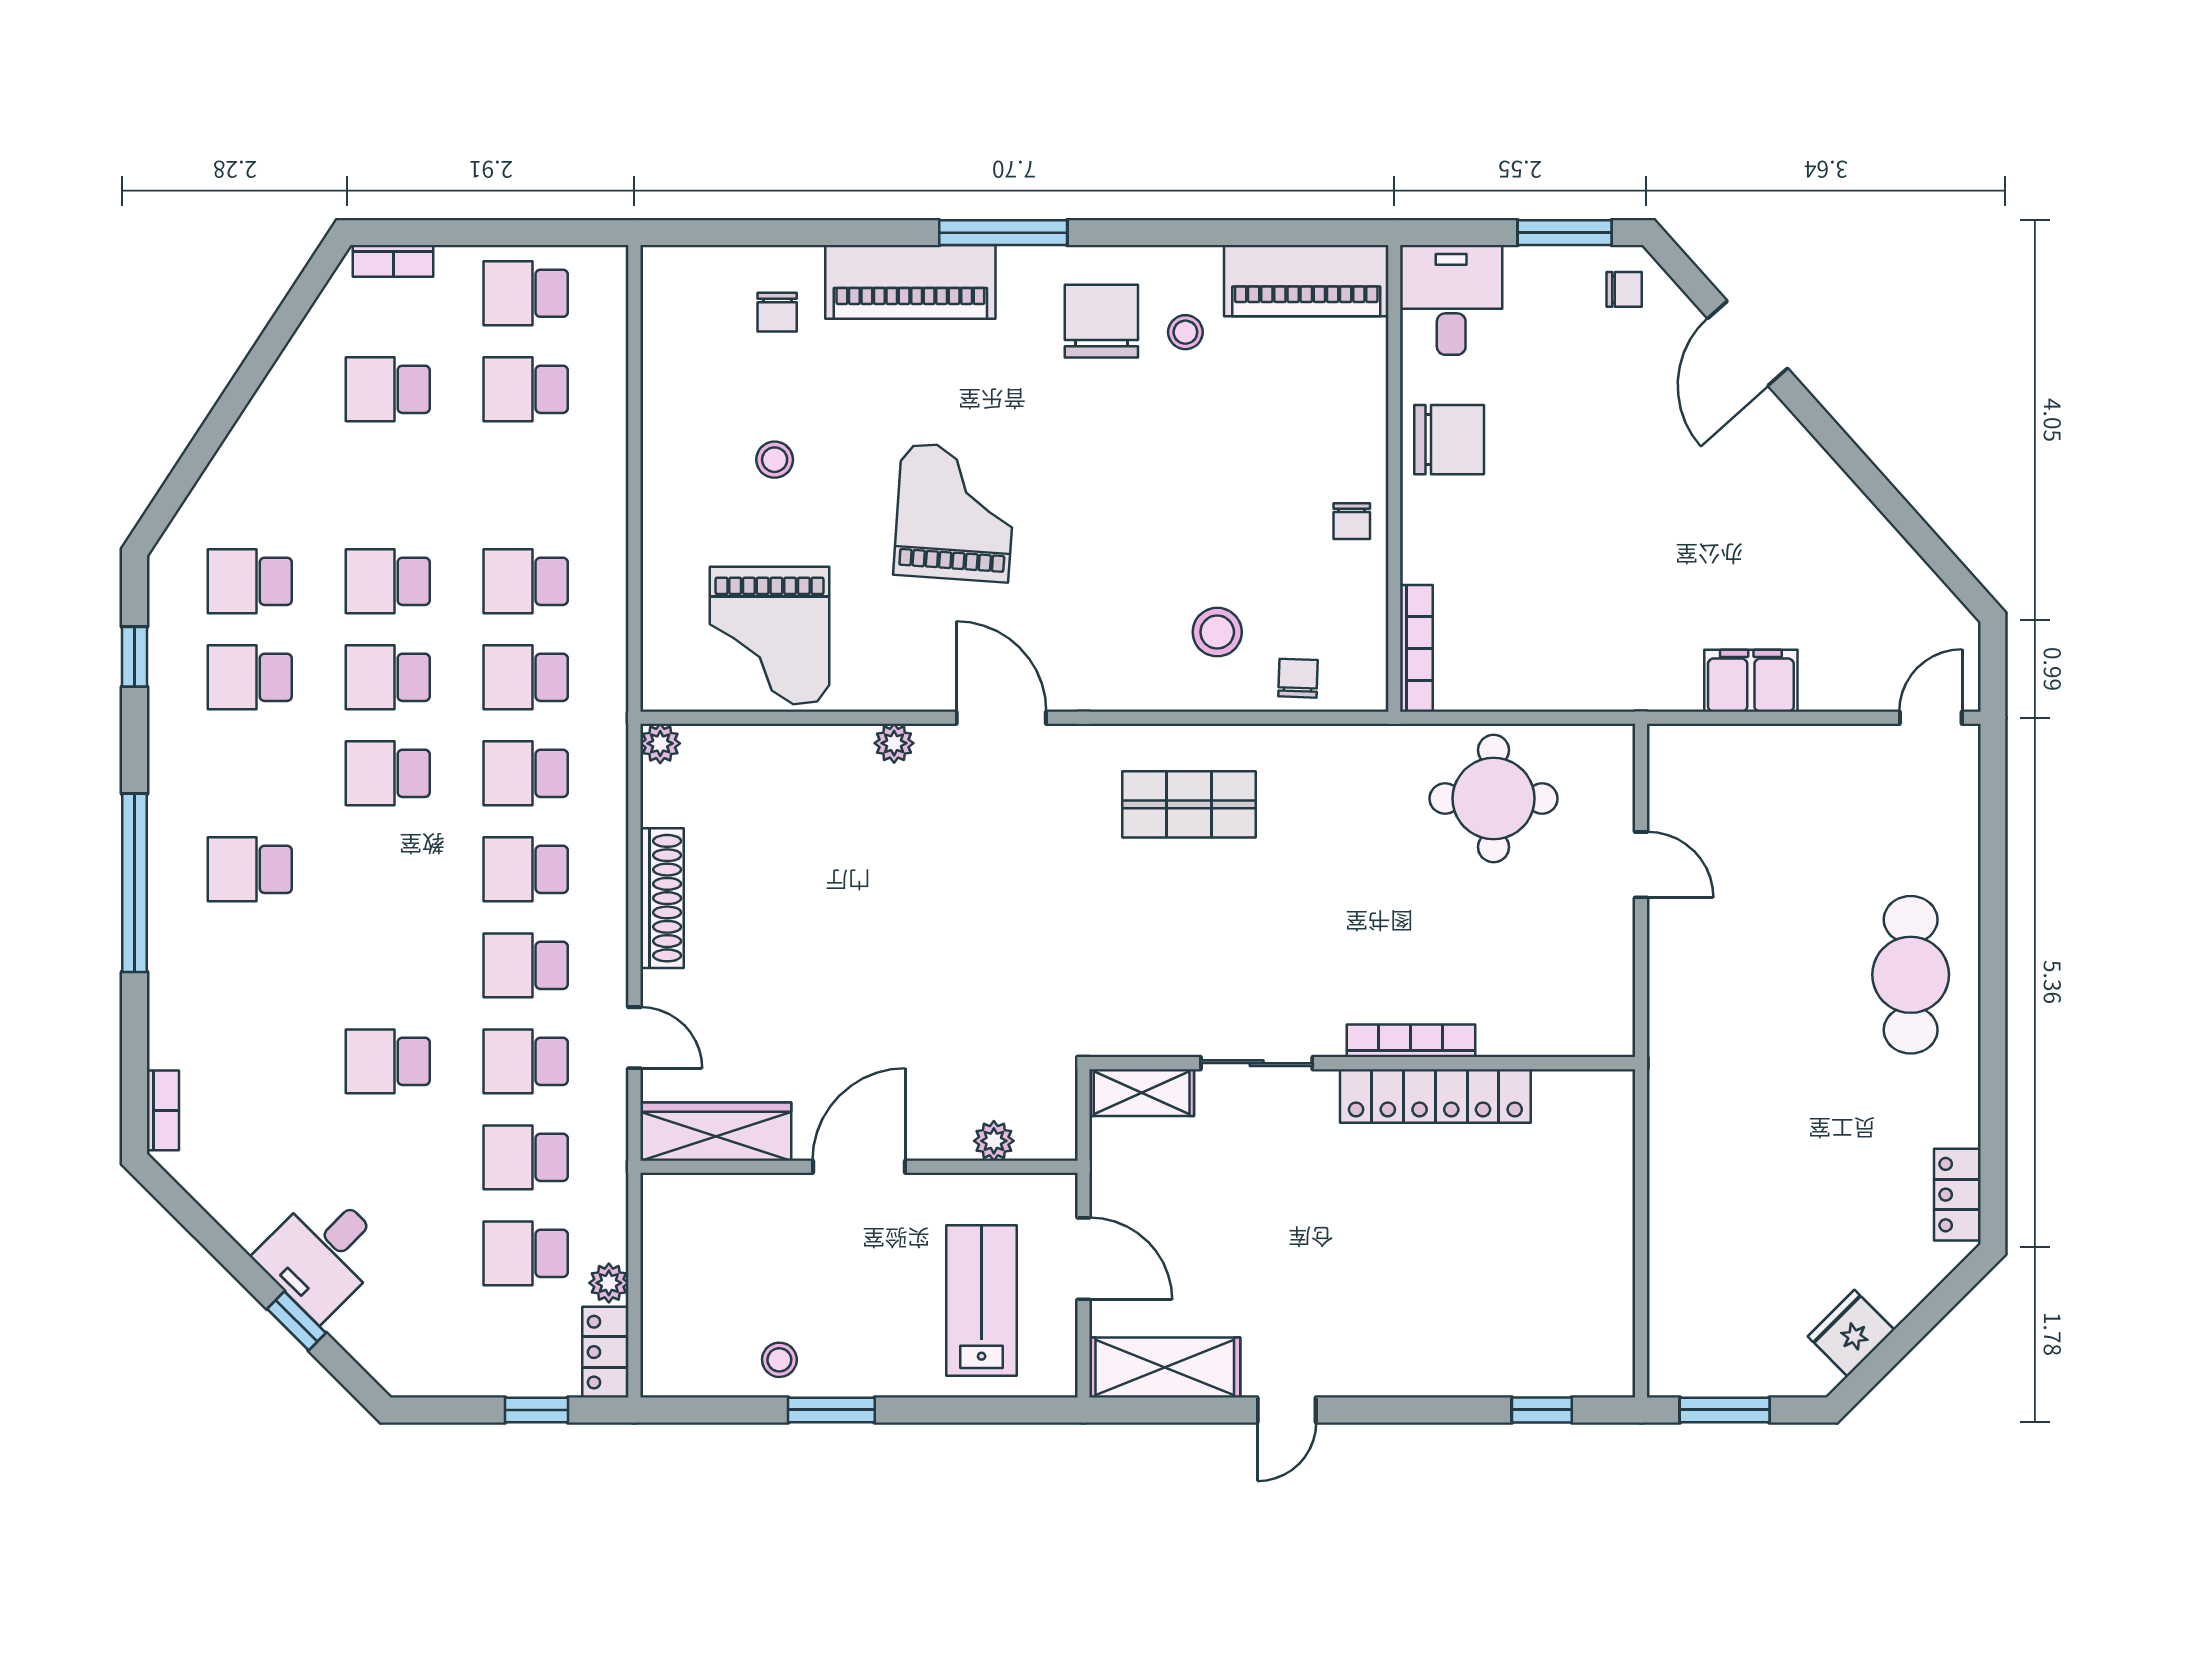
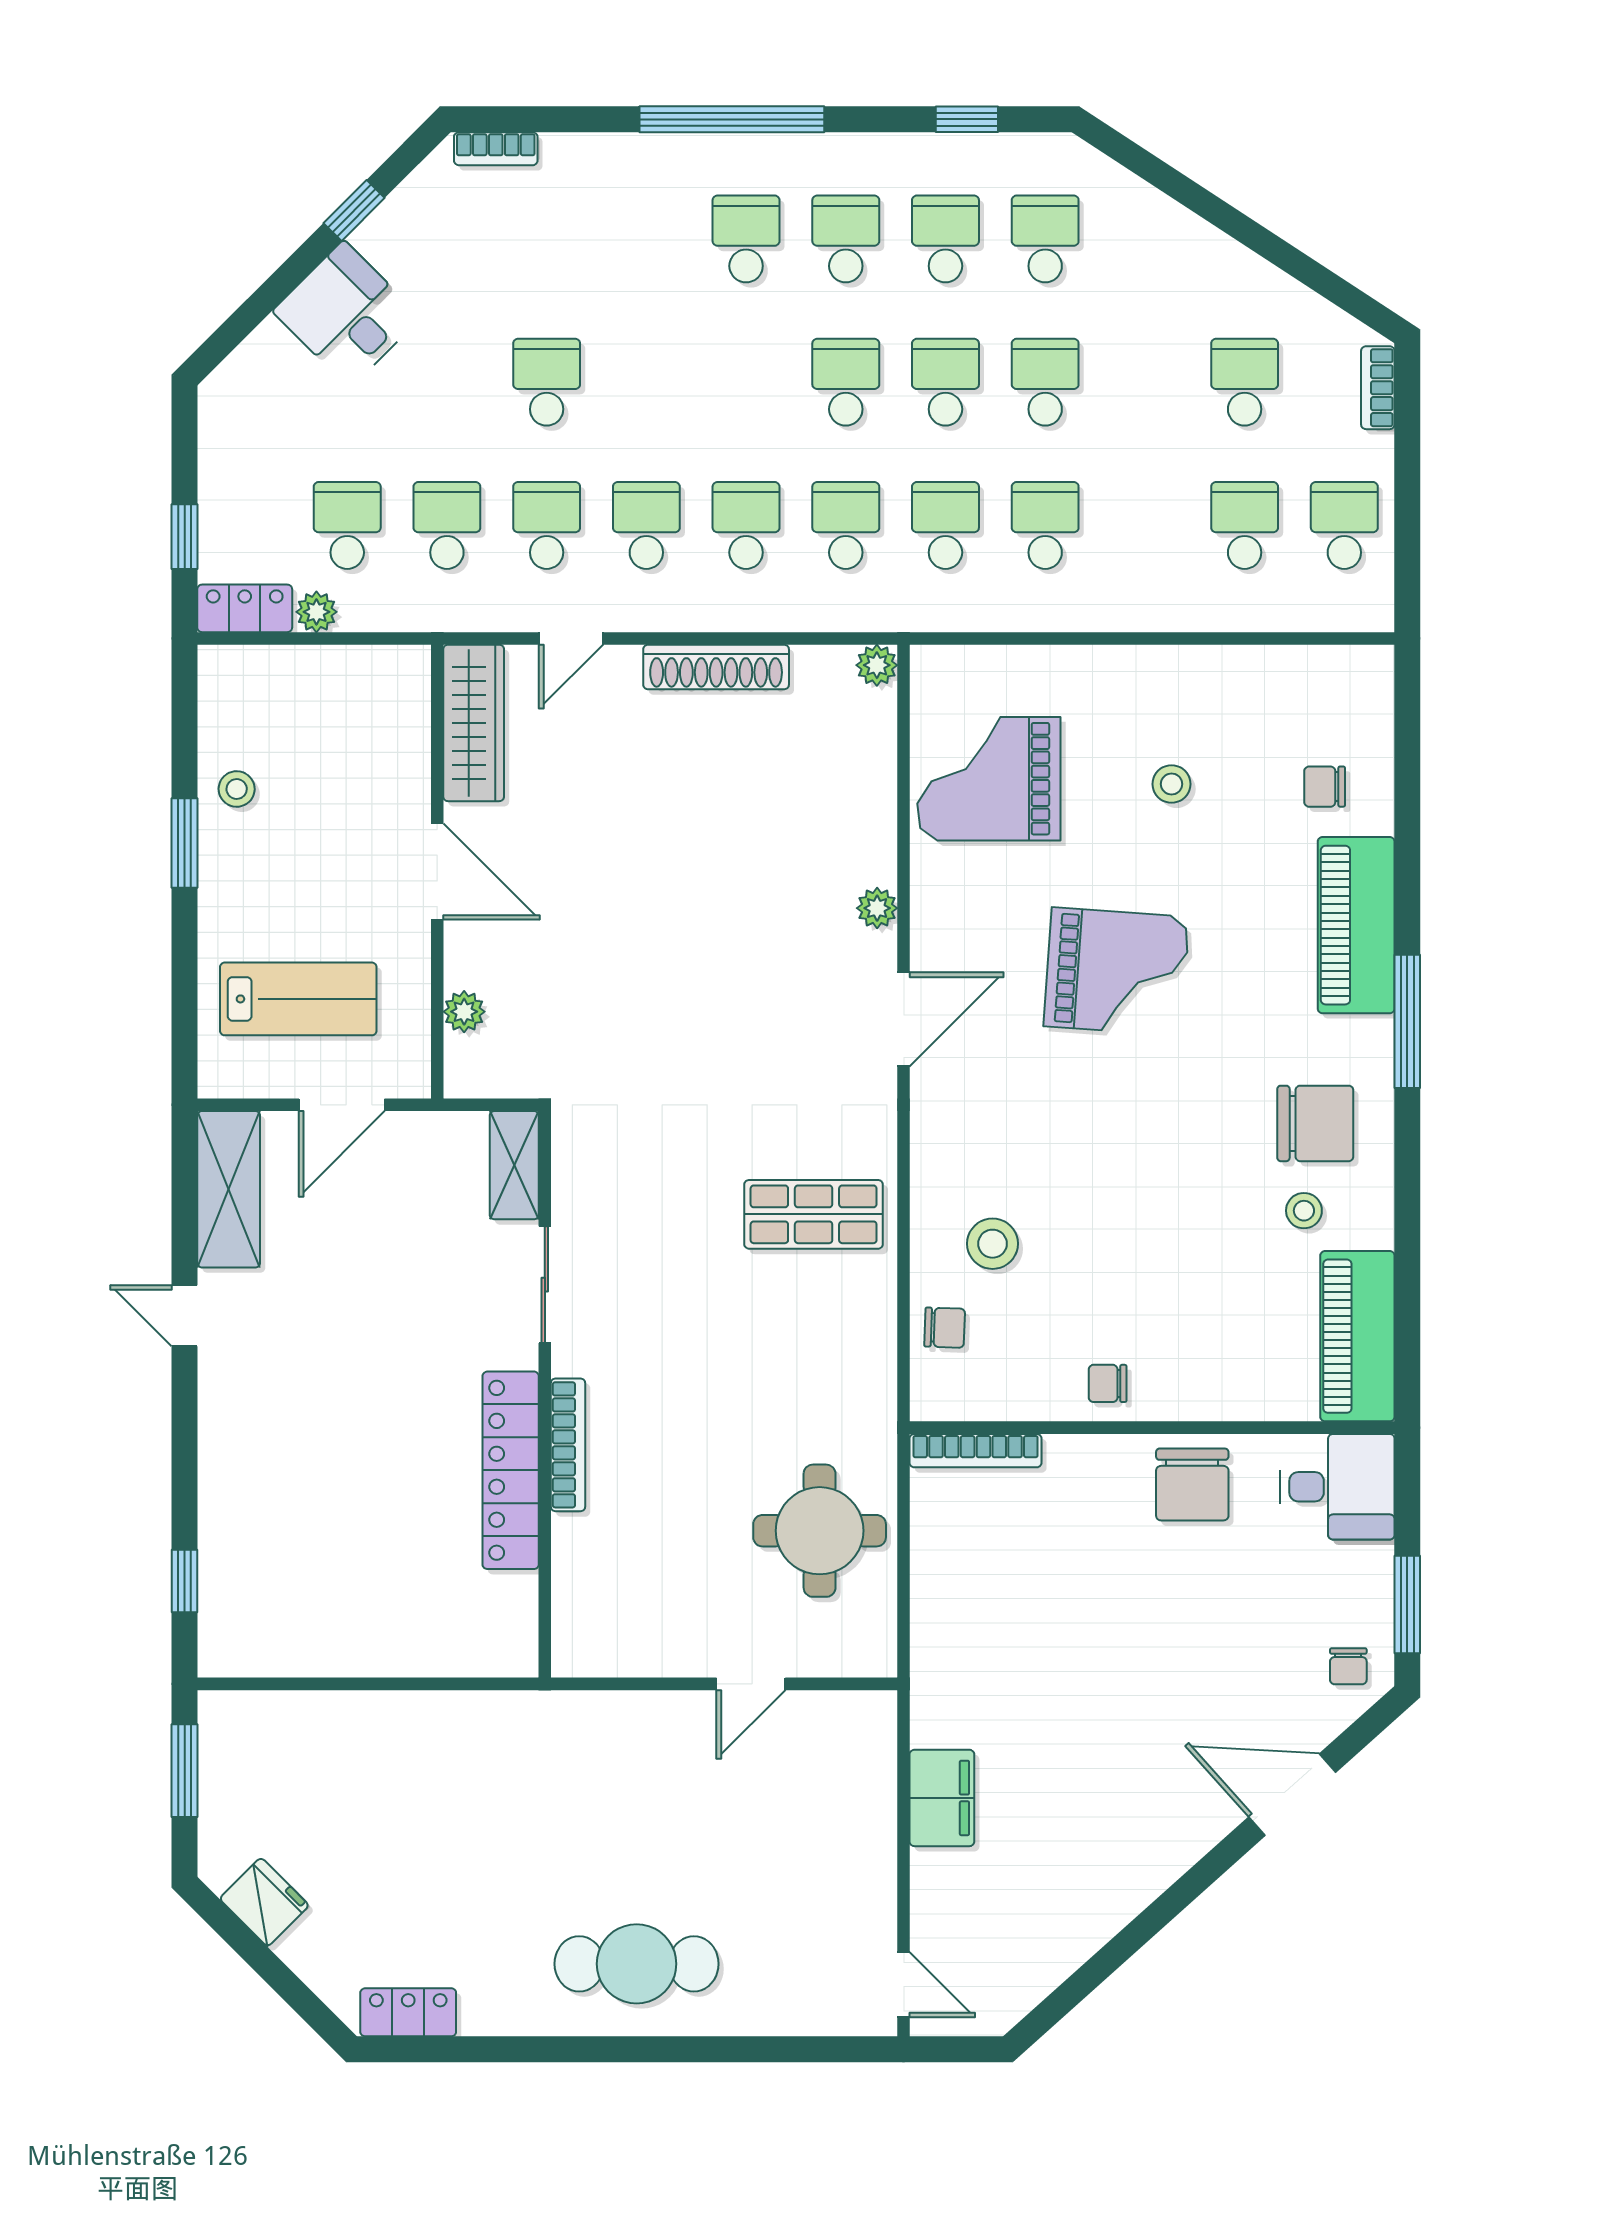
school desk: (250, 773) -> (846, 239), added
shop shelf: (1189, 804) -> (814, 1214), turned 90
window: (296, 1321) -> (354, 210), moved

